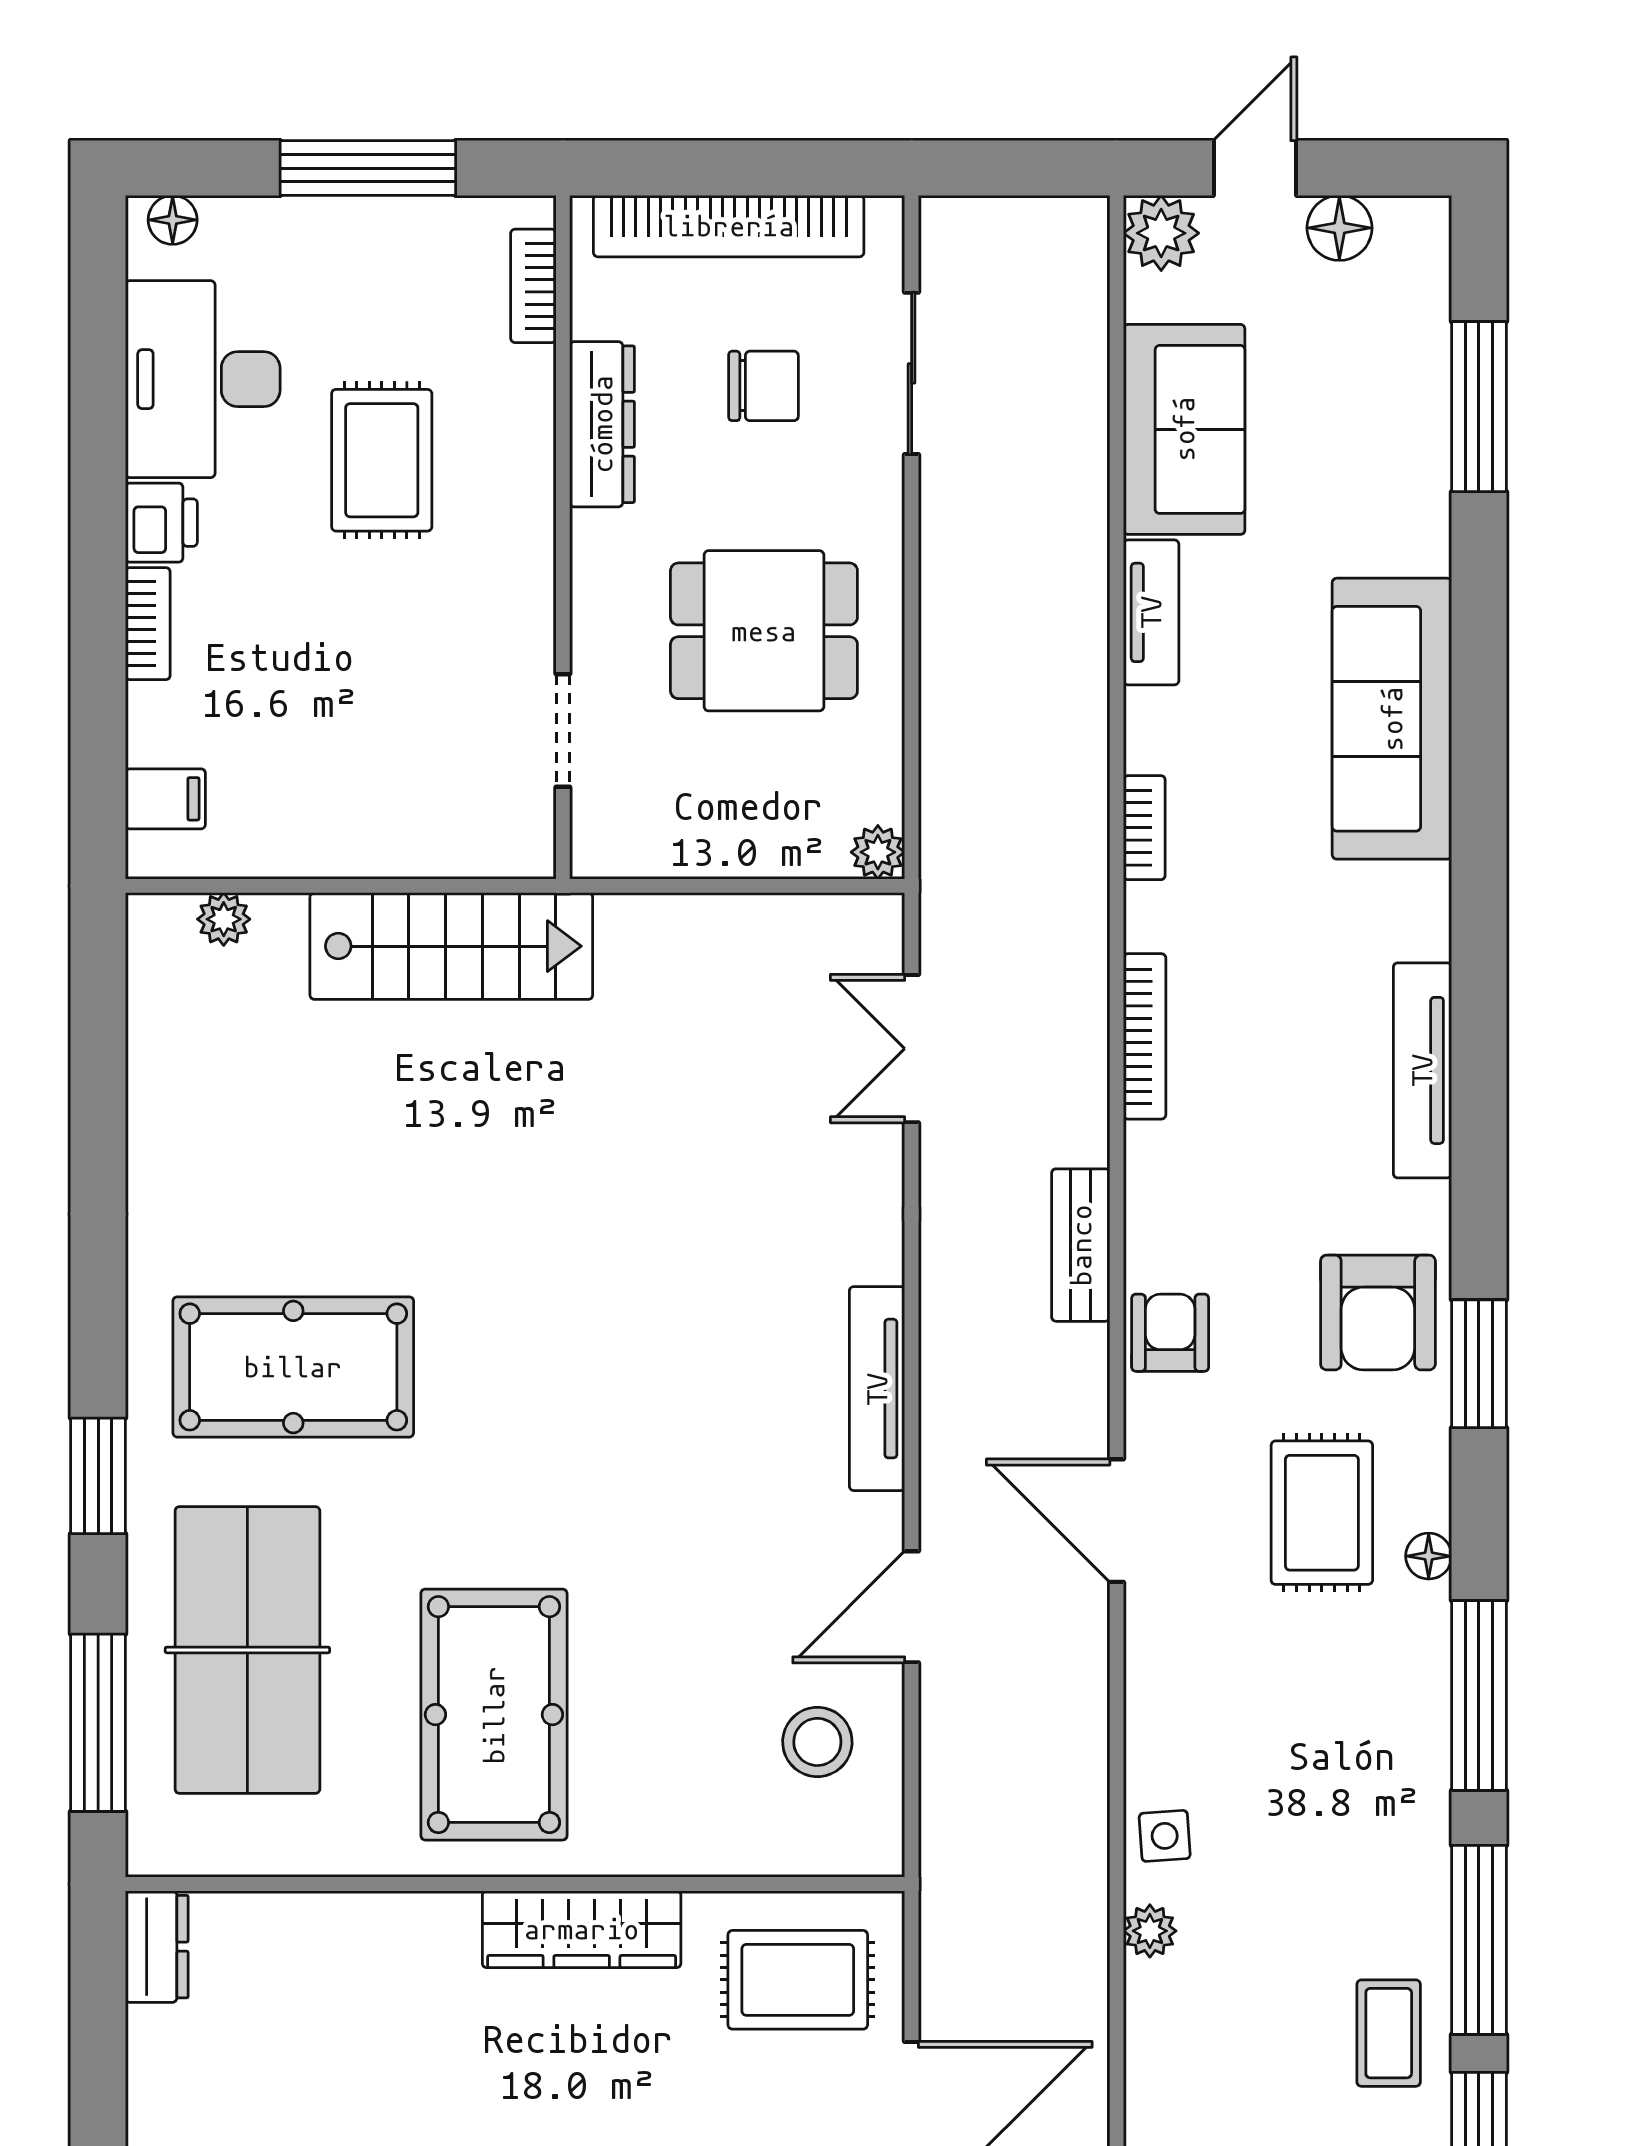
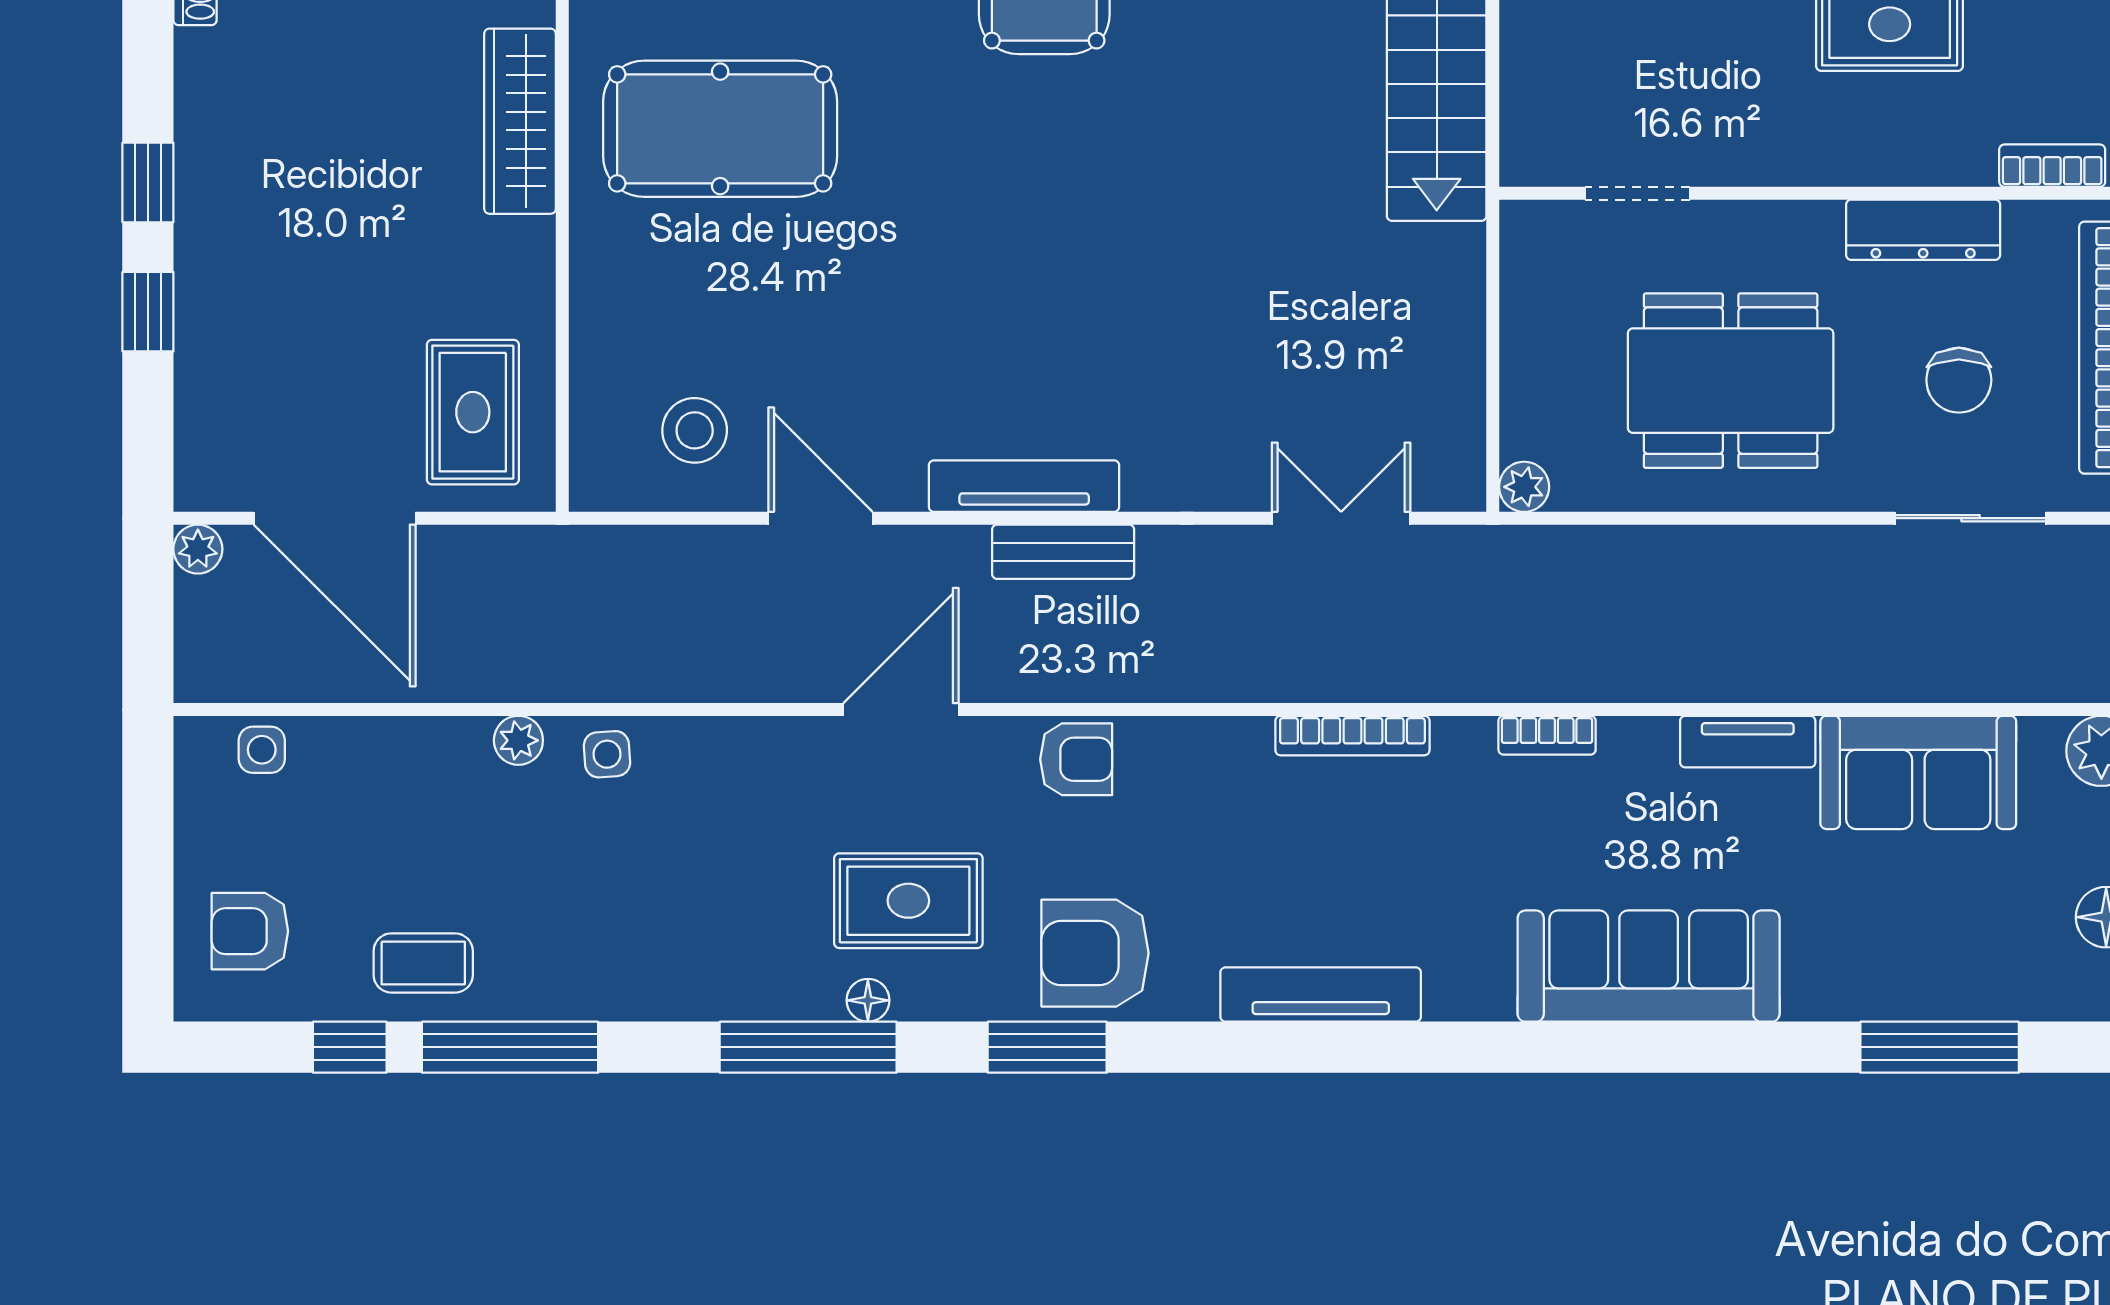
dining table: (764, 631) -> (1731, 381), width x1.37
bench: (1081, 1245) -> (1063, 552), moved
window: (1479, 1696) -> (808, 1047), moved
wardrobe: (582, 1929) -> (520, 121), moved

